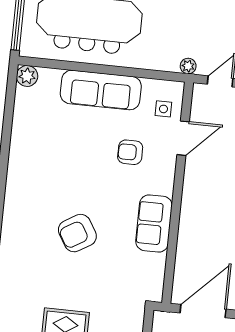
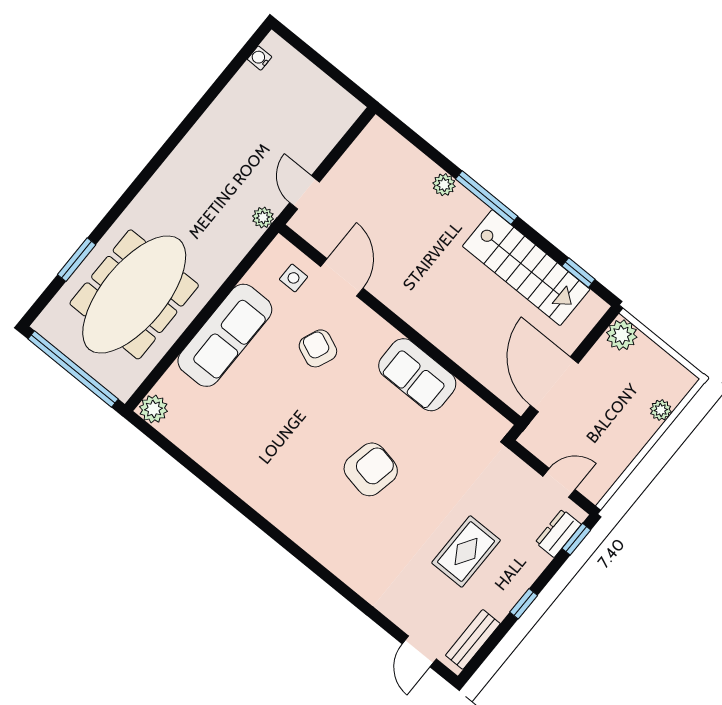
armchair: (130, 152) -> (318, 348), turned 113
armchair: (77, 233) -> (371, 469), turned -138

